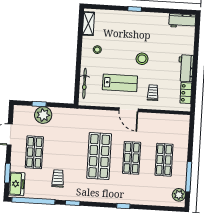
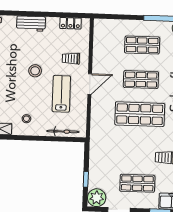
workbench: (186, 68) -> (31, 24), moved
plant: (43, 115) -> (97, 198), moved

